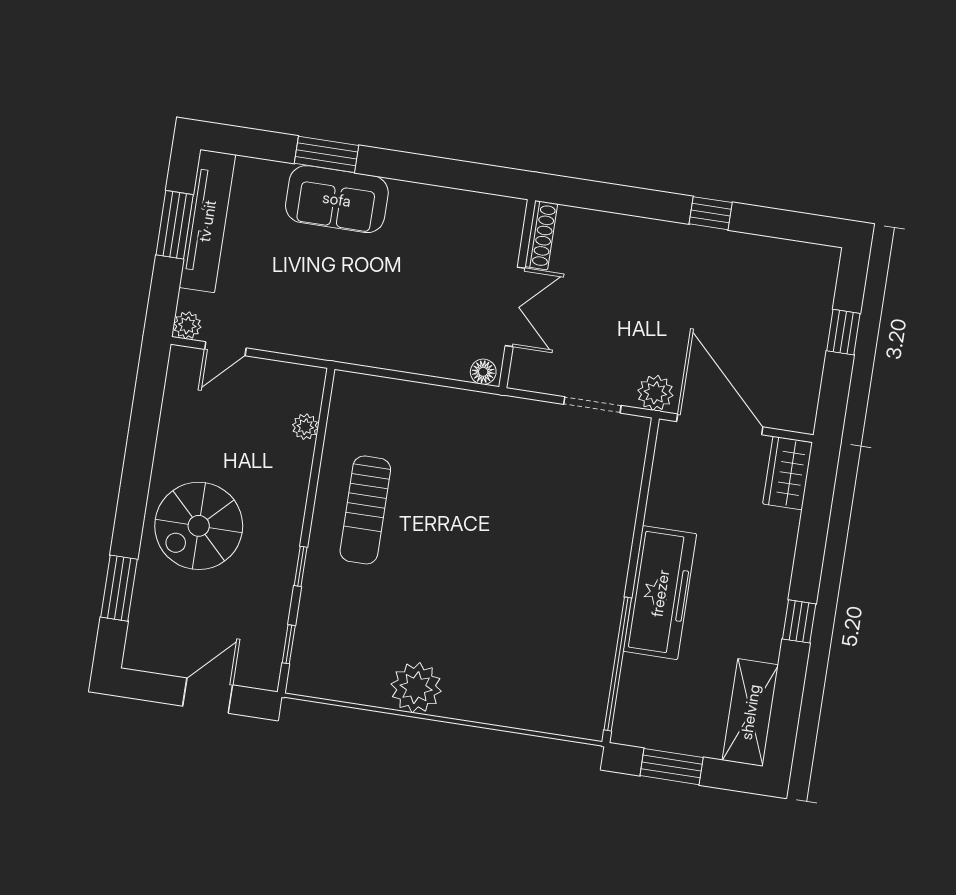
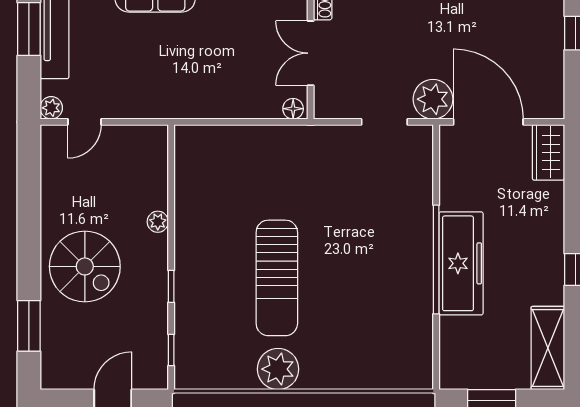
double door: (515, 307) -> (311, 53), swing flipped
plant: (655, 393) -> (433, 99), width x1.36, depth x1.36
plant: (305, 427) -> (158, 222), moved
sun lounger: (365, 510) -> (277, 278), moved, width x1.36, depth x1.34
spiral stairs: (199, 526) -> (85, 266), turned -90
window: (618, 664) -> (436, 259), moved

